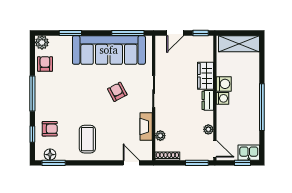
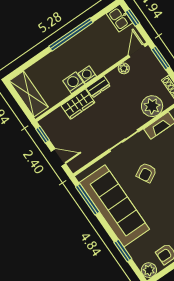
plant: (160, 136) -> (152, 106), width x1.87, depth x1.87

